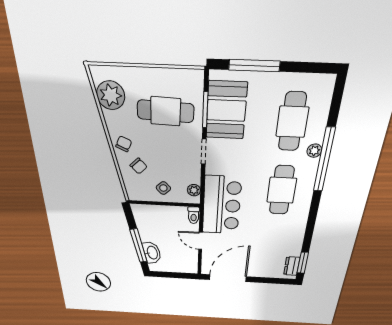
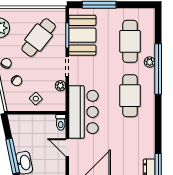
cafe table: (166, 111) -> (39, 38), turned -54
plant: (194, 190) -> (60, 86), moved

